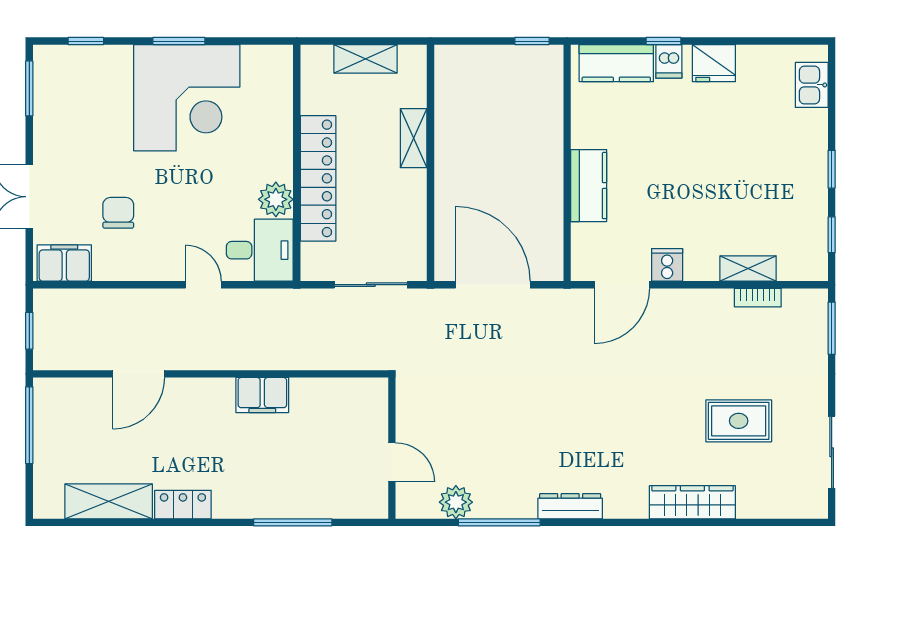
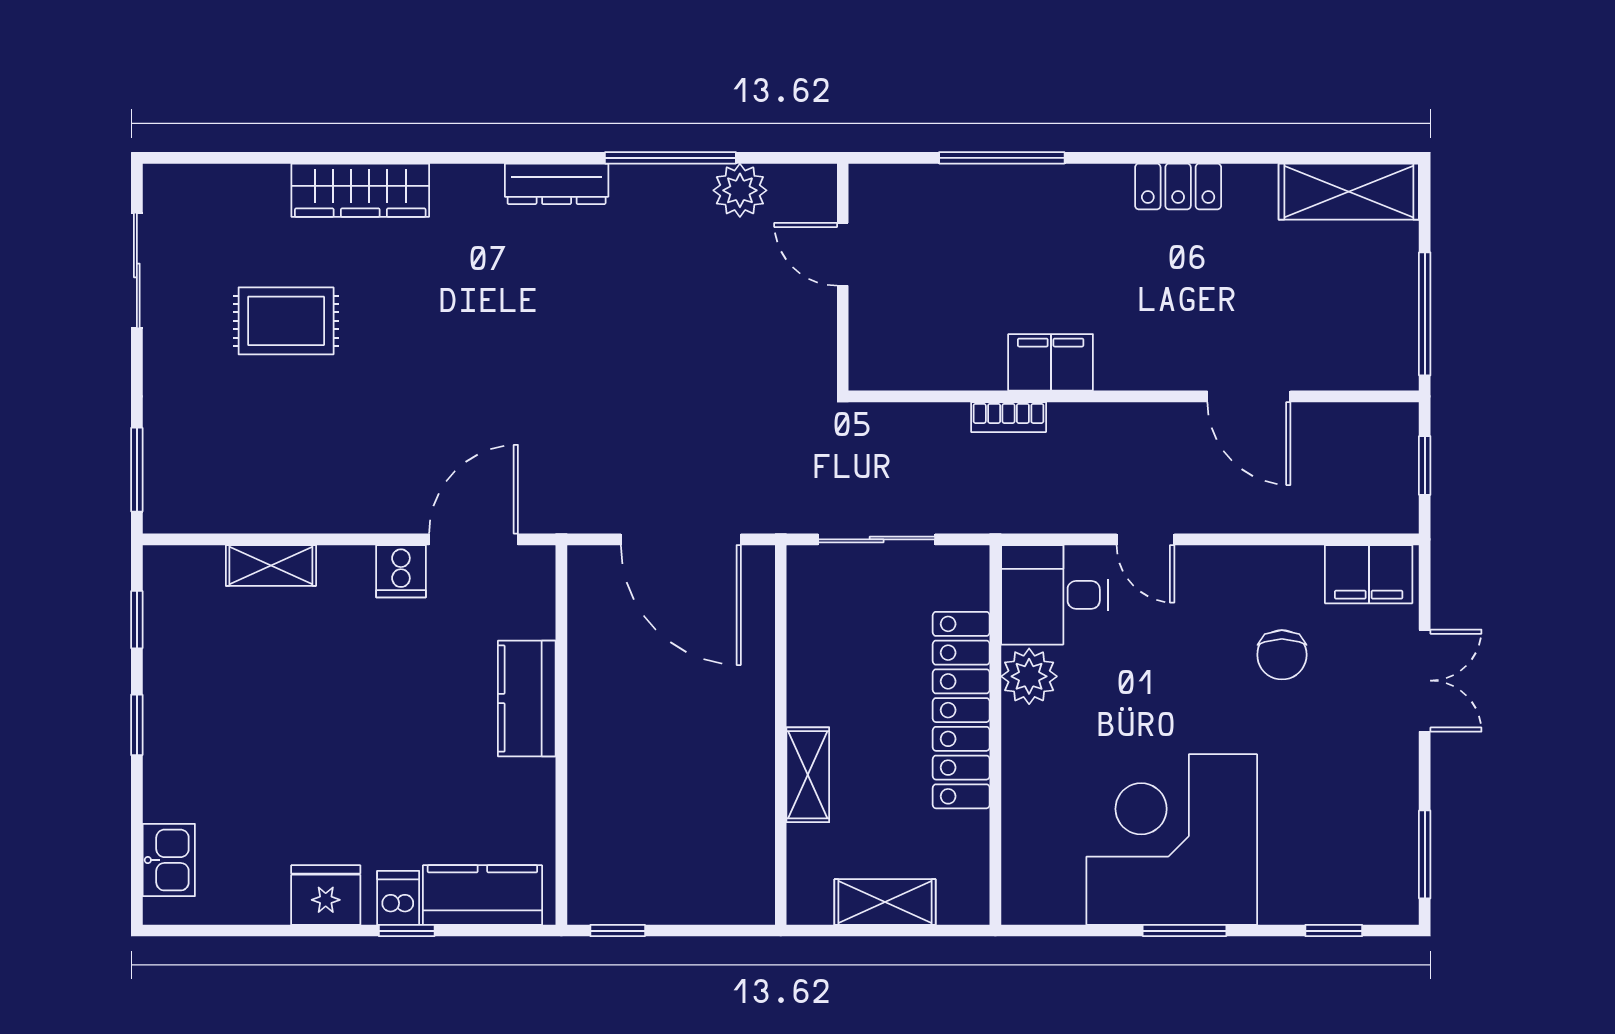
bookcase: (758, 298) -> (1009, 417), moved, turned 180
door: (139, 374) -> (1249, 396), swing flipped
shelving: (109, 501) -> (1349, 192), moved

